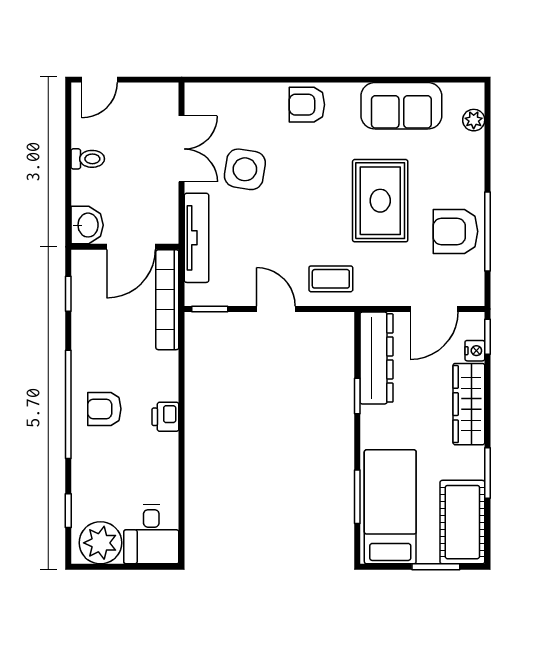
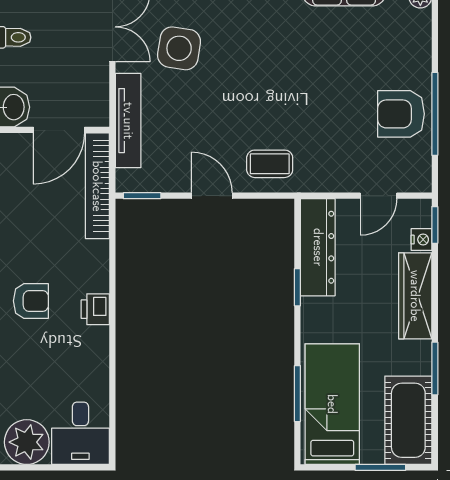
rug: (380, 201) -> (322, 81), removed
door: (434, 309) -> (379, 196), width x0.73
armchair: (104, 409) -> (31, 301), turned 180

